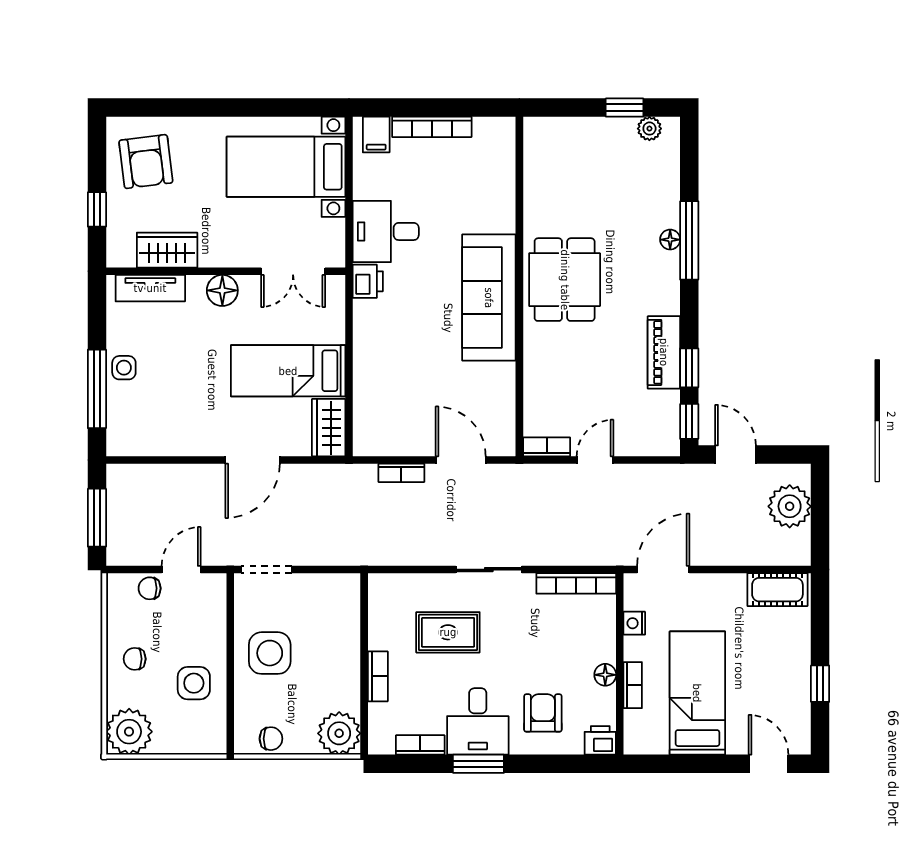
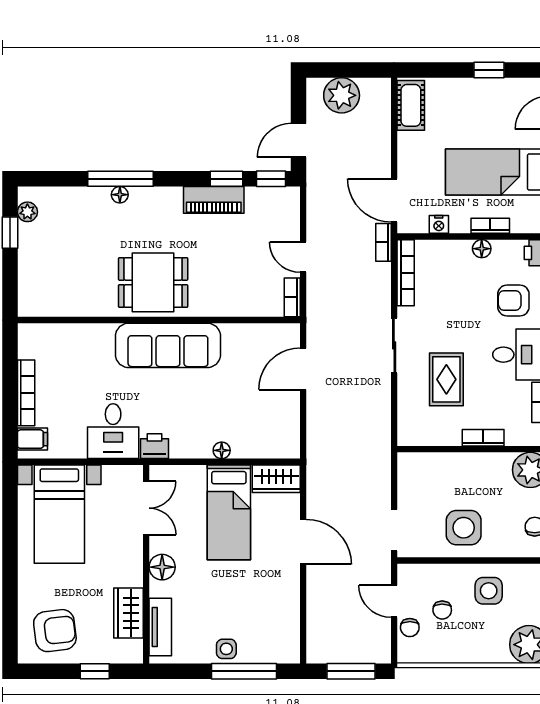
floor lamp: (363, 362) -> (222, 450), added
bookcase: (401, 473) -> (384, 242), moved, turned 180
chair: (135, 659) -> (442, 610), moved

